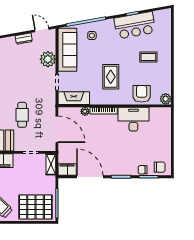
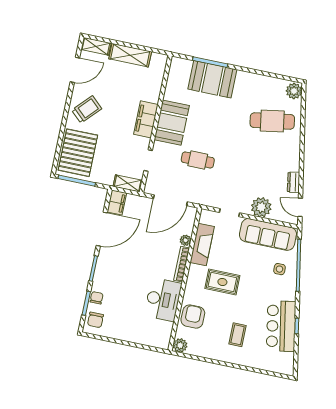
door: (42, 30) -> (300, 207), swing flipped
armchair: (142, 94) -> (193, 317), turned -90
fireplace: (74, 98) -> (202, 245), moved

